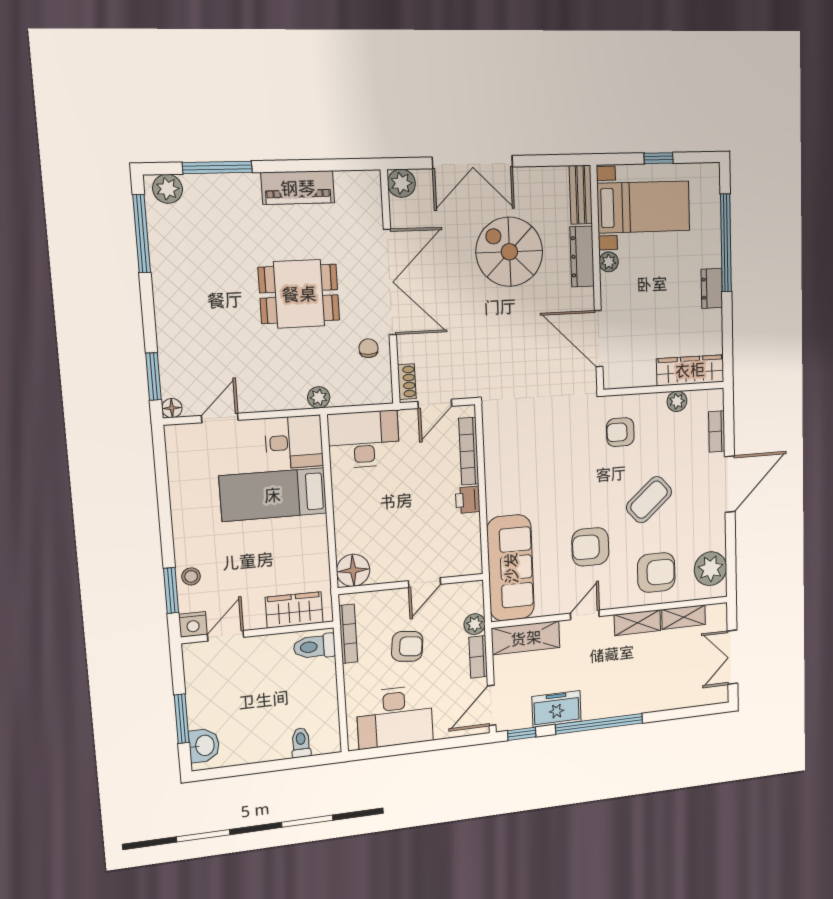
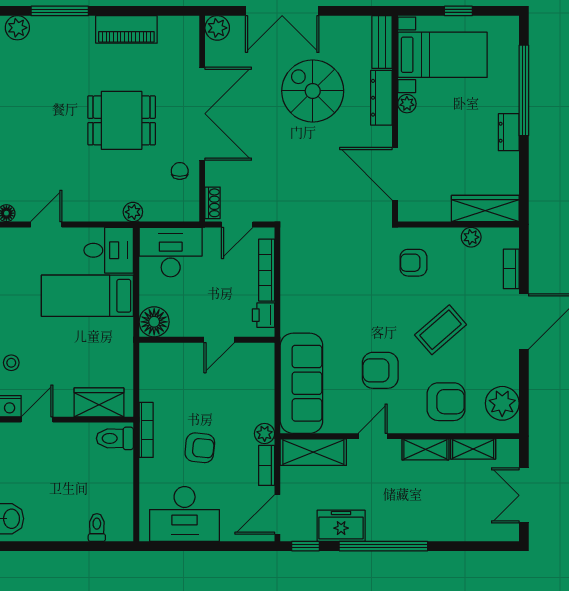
floor lamp: (353, 570) -> (154, 322), moved
door: (425, 583) -> (219, 340), moved
wall: (411, 584) -> (207, 340), moved

